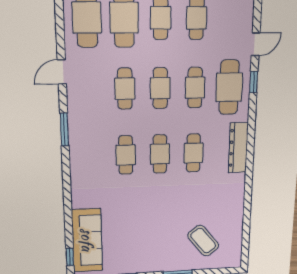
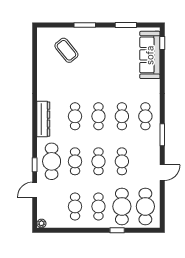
cafe table: (91, 156) -> (145, 116), added

